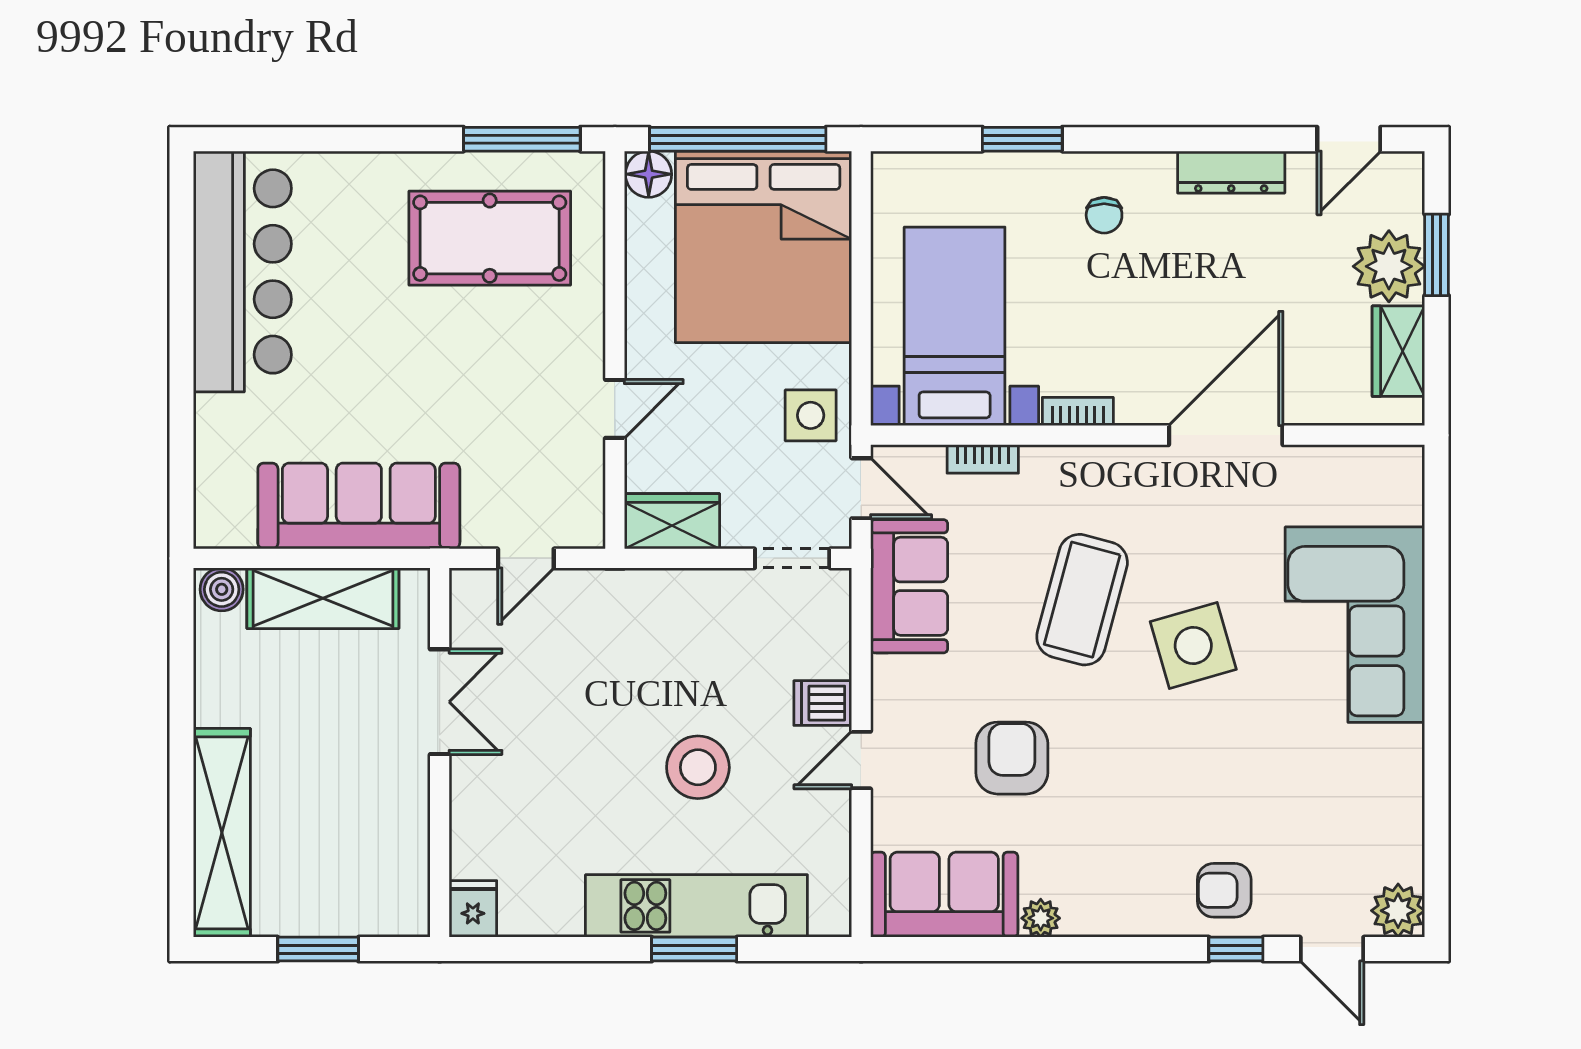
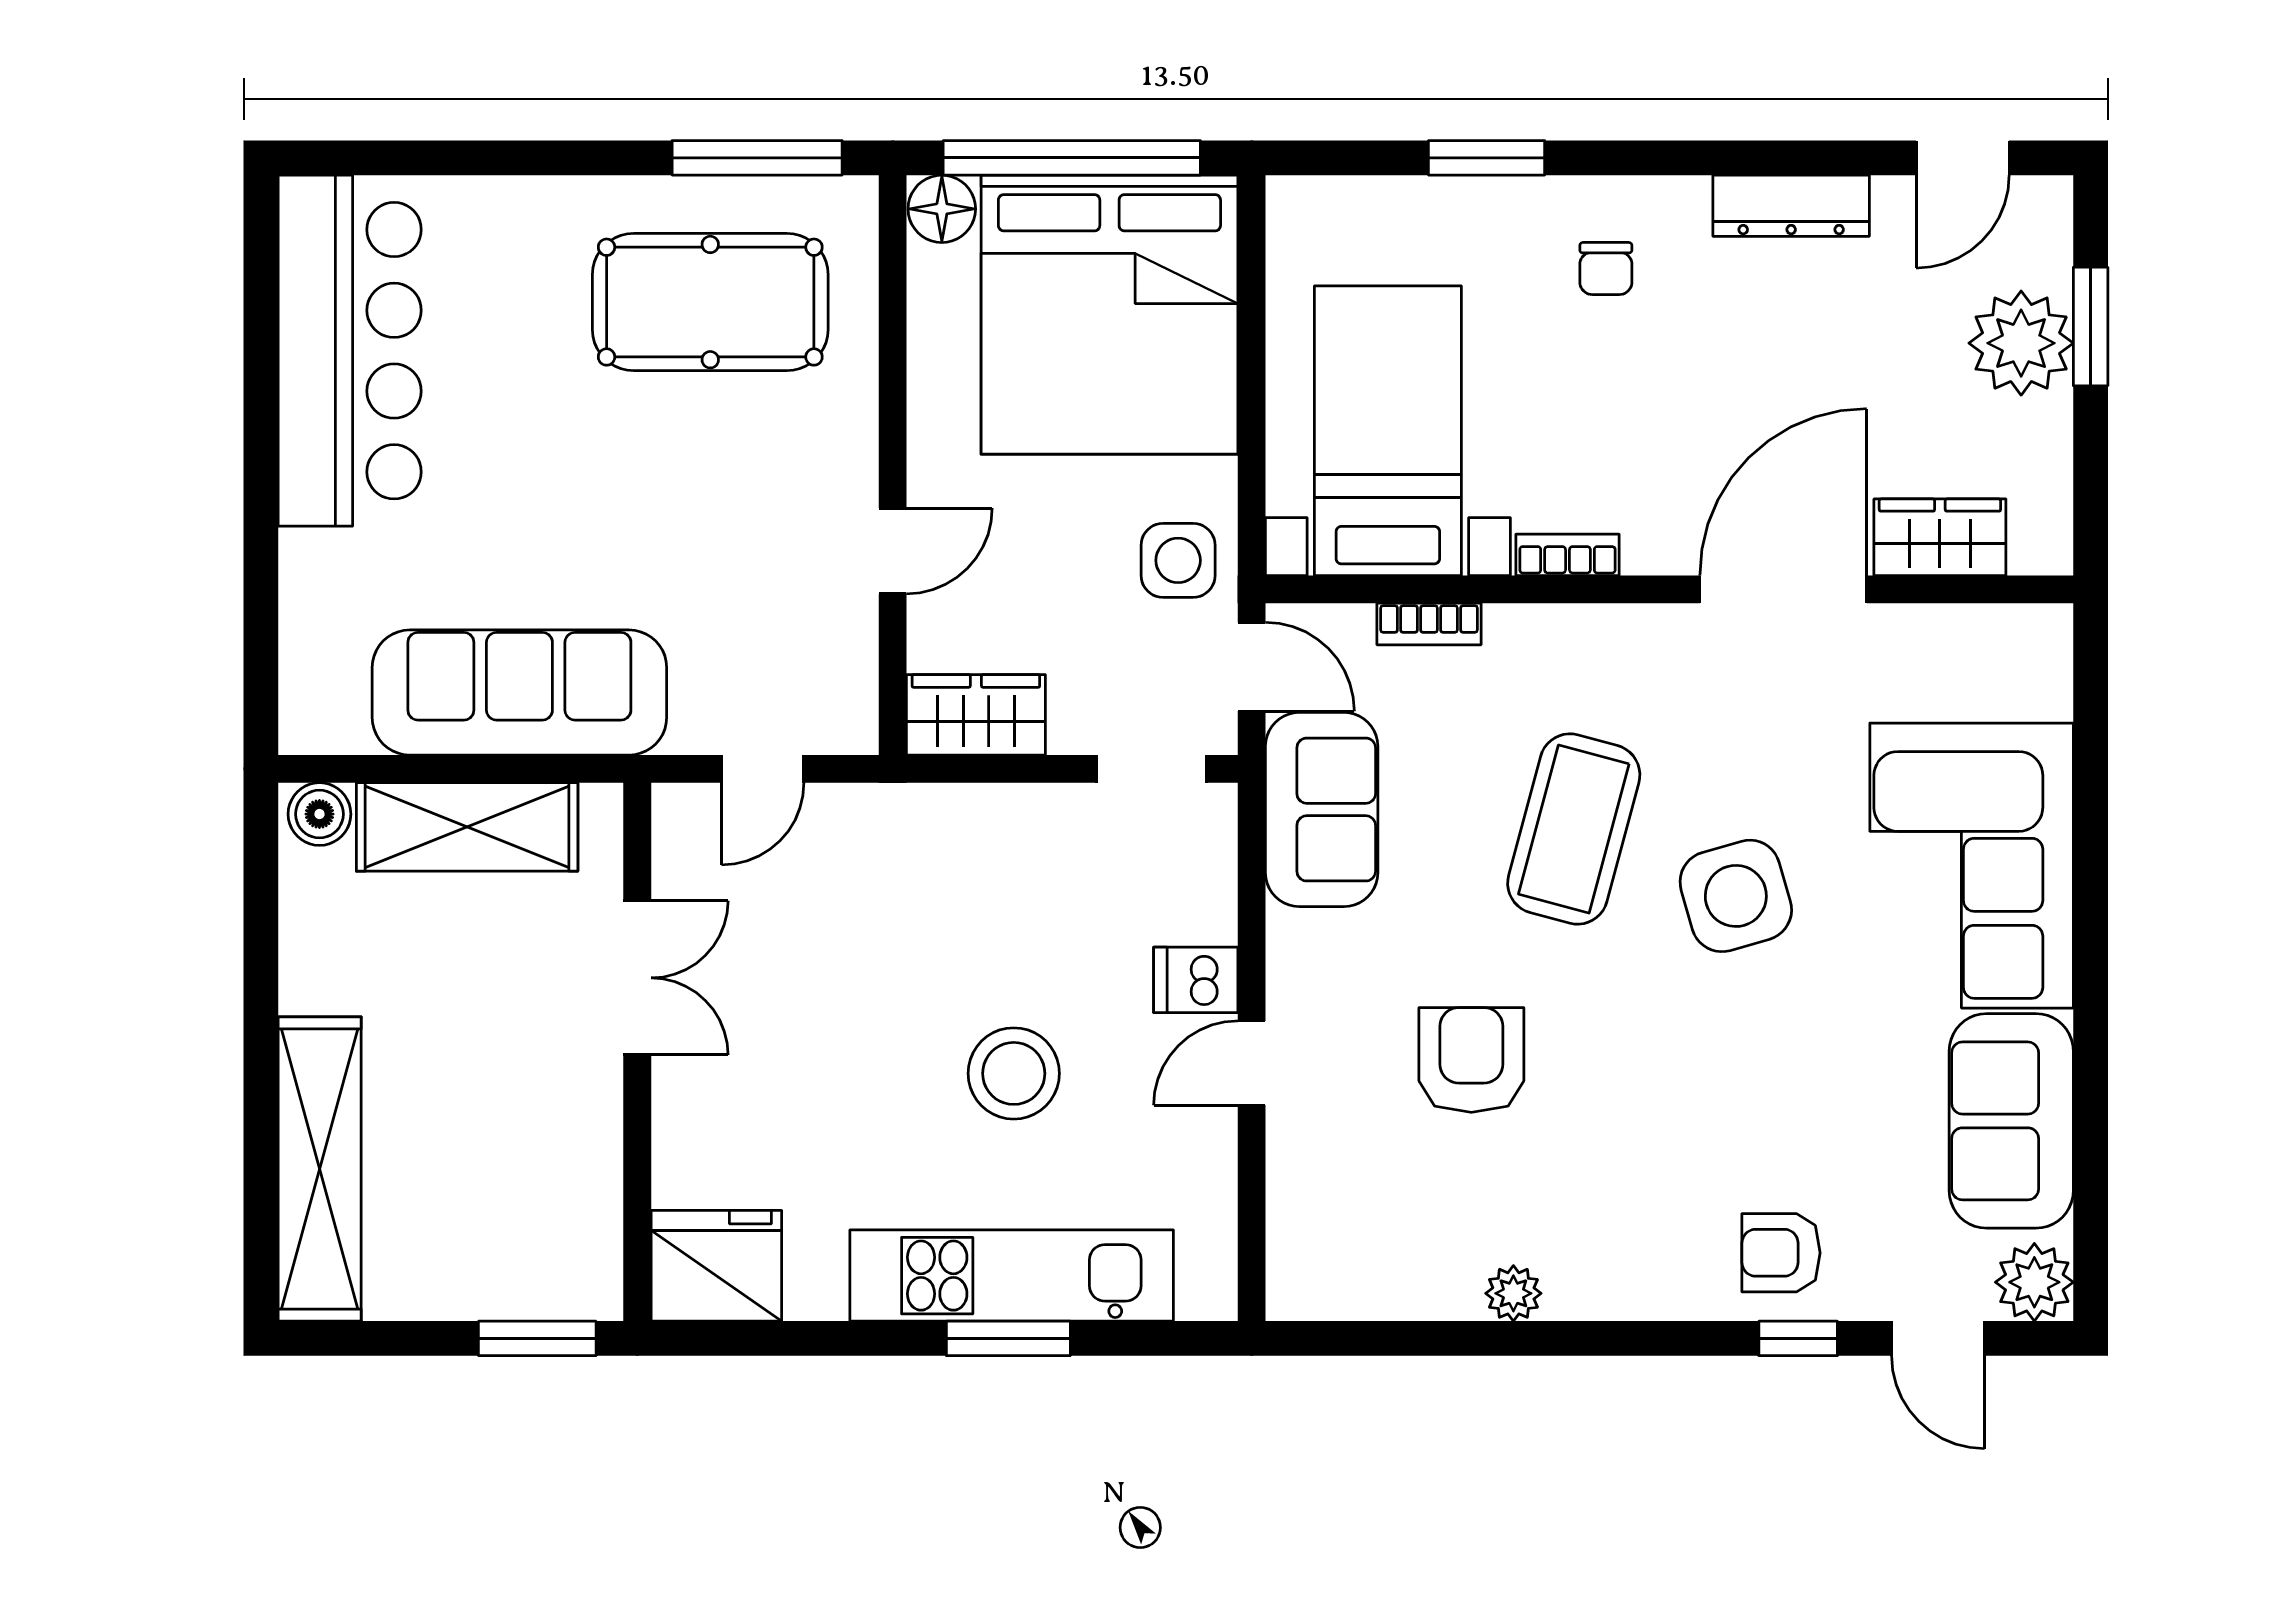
wardrobe: (1398, 351) -> (1940, 537), moved, turned 90
sofa: (944, 895) -> (2011, 1121), moved, turned -90
fridge: (473, 909) -> (716, 1266), width x1.88, depth x1.34
window: (318, 949) -> (537, 1338), moved

